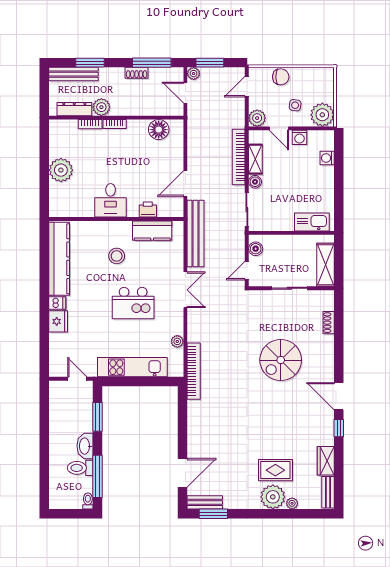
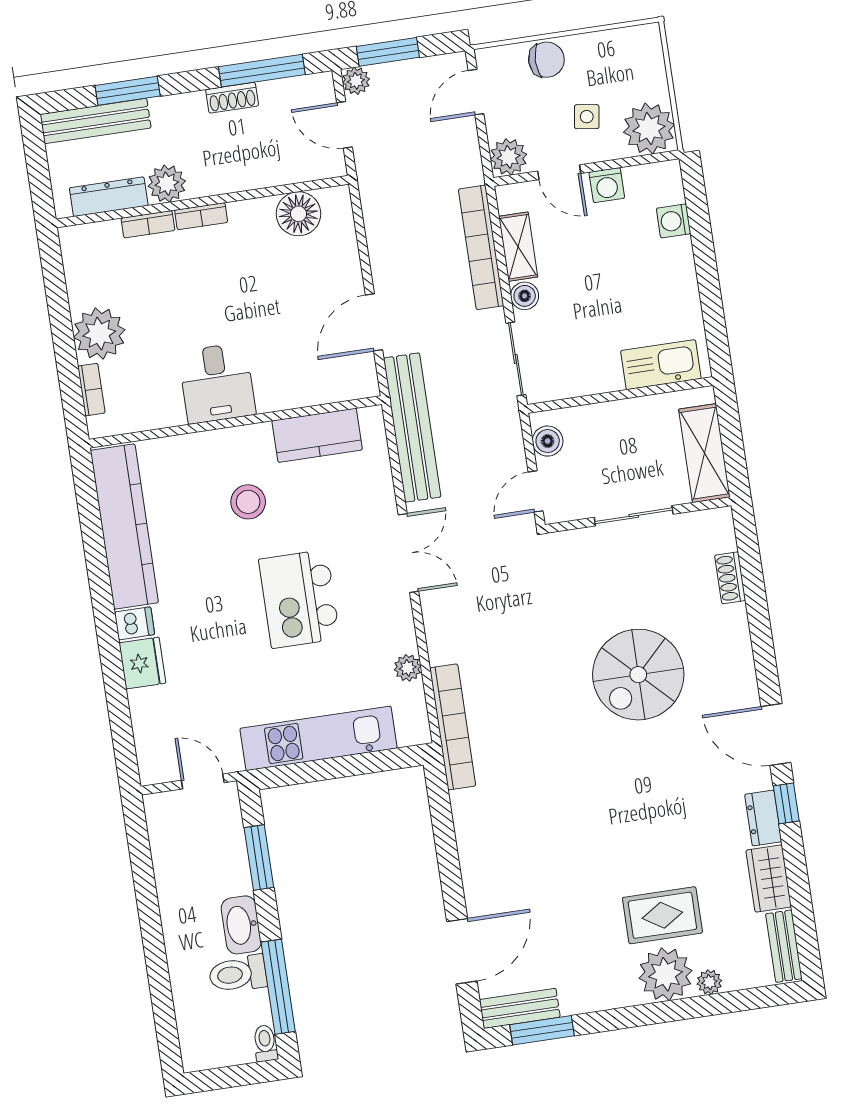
bookcase: (54, 195) -> (91, 390), added
printer: (148, 209) -> (301, 391), removed
kitchen island: (133, 303) -> (299, 599), turned 90
dresser: (327, 433) -> (763, 818), added

